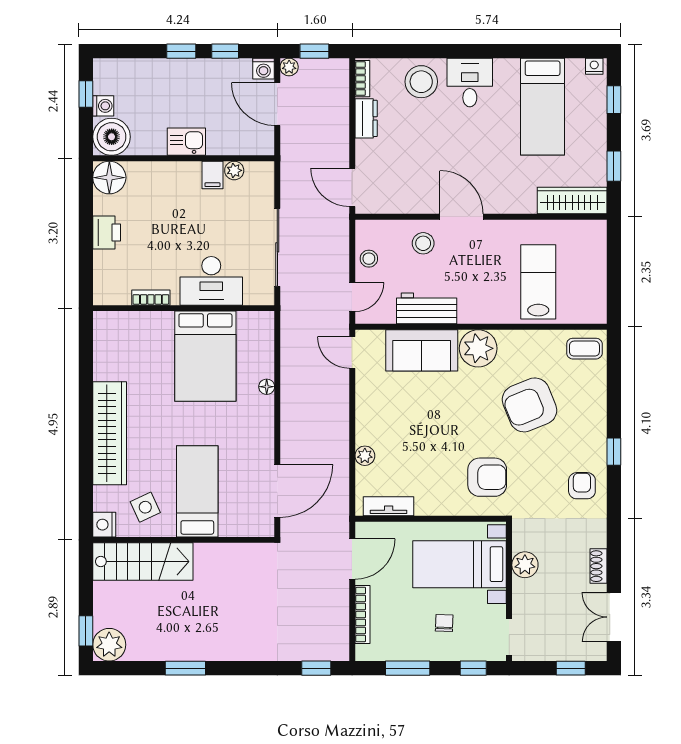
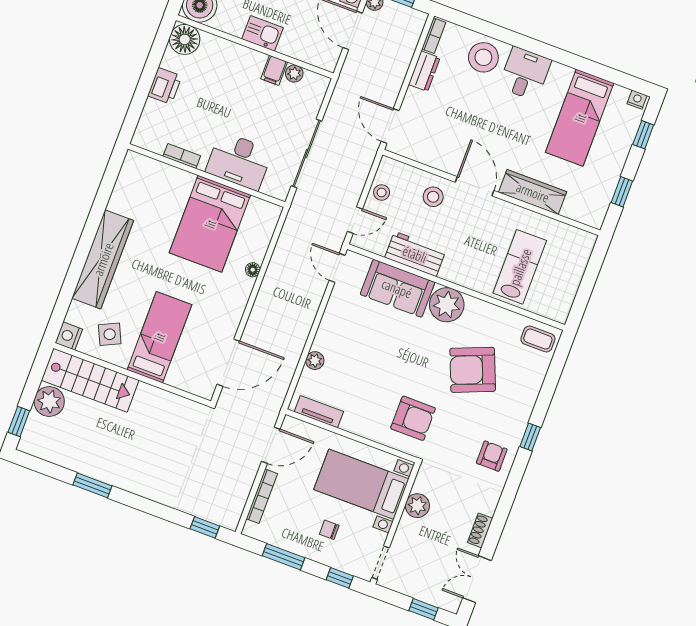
wardrobe: (572, 201) -> (533, 192), moved
chair: (444, 623) -> (329, 530), turned -92
plant: (109, 645) -> (49, 401), moved

